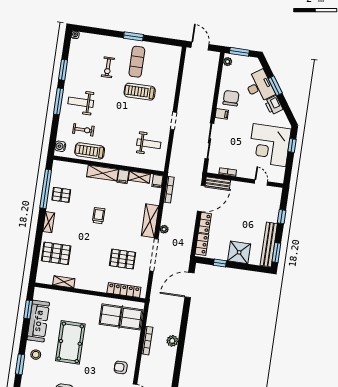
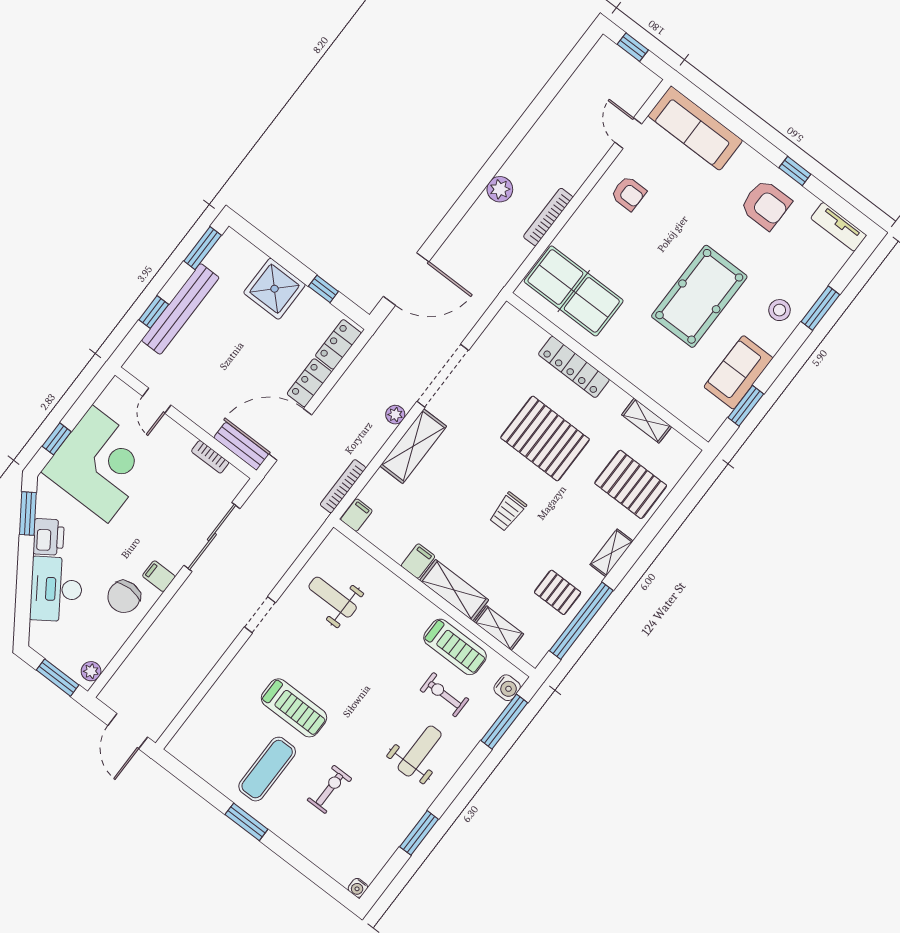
window: (275, 86) -> (28, 514), moved
window: (58, 101) -> (504, 722), moved
weight bench: (81, 102) -> (420, 751), turned -90
shelving: (139, 177) -> (499, 628), moved
bench: (269, 244) -> (180, 309), moved
pallet: (123, 259) -> (545, 438), moved, width x1.37, depth x1.41
locker: (124, 290) -> (574, 367), moved
sofa: (38, 321) -> (738, 372), width x0.73

